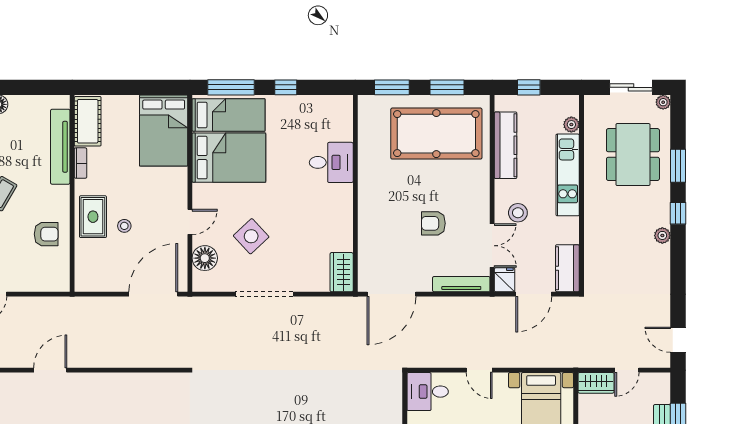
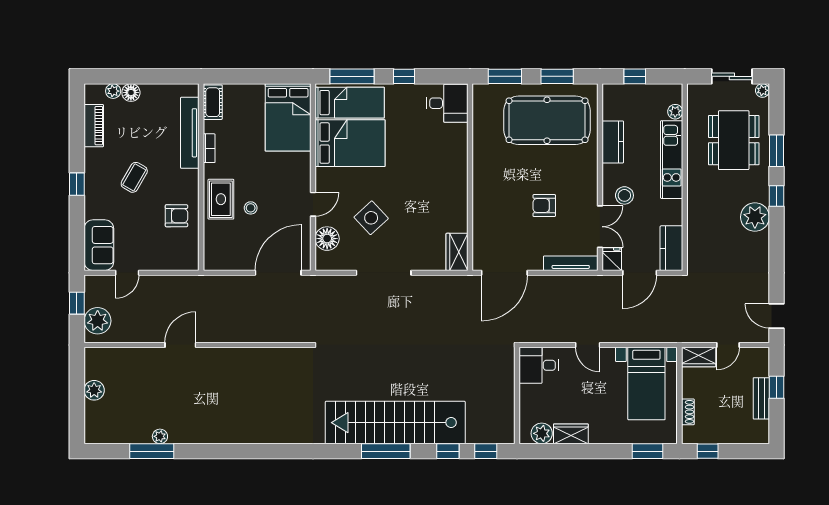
cot: (88, 121) -> (213, 102), width x0.73, depth x0.75
kitchen counter: (506, 145) -> (613, 142), width x0.67
desk: (331, 162) -> (447, 103), moved
plant: (662, 235) -> (755, 217), width x1.88, depth x1.88

